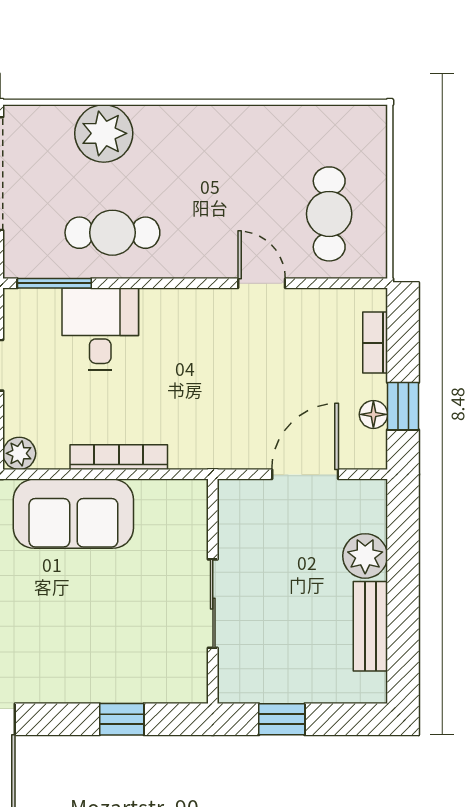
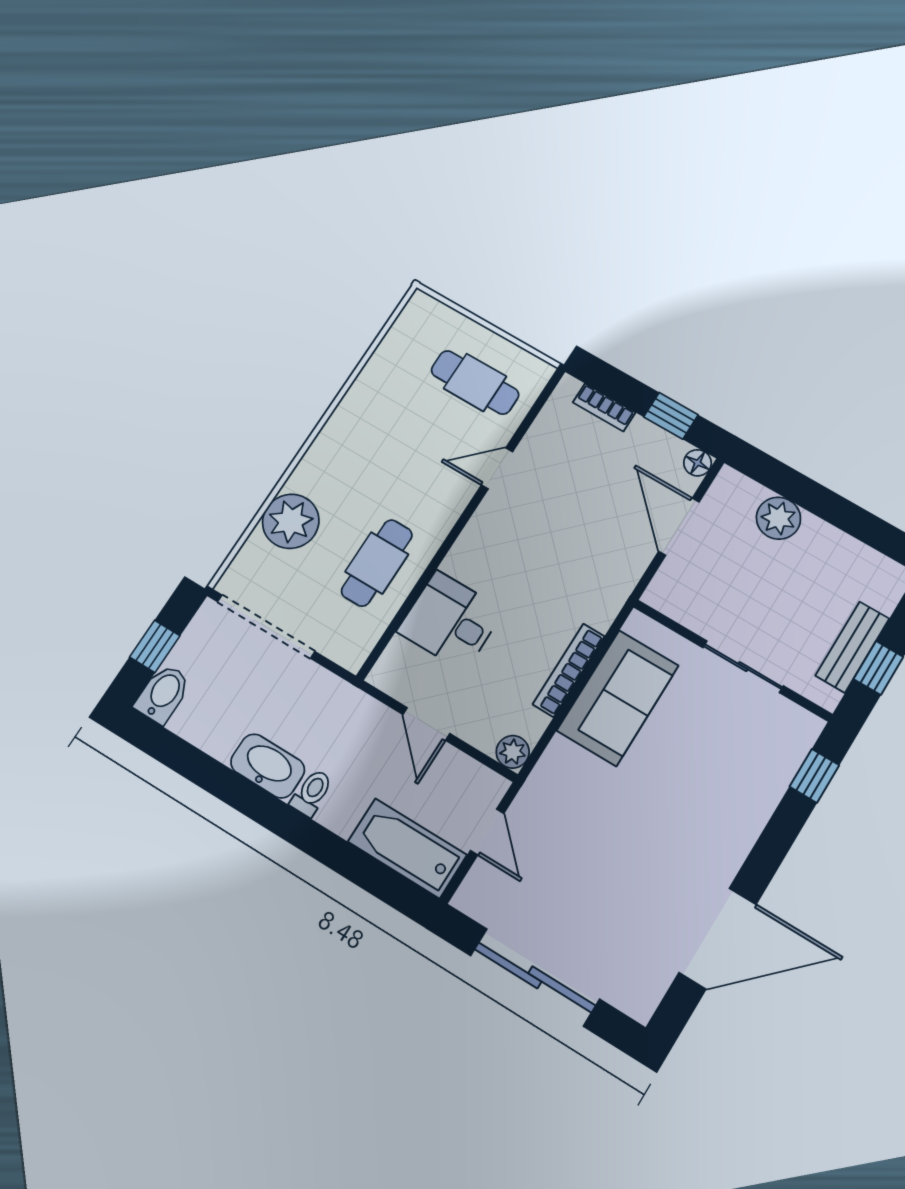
window: (54, 283) -> (388, 636), removed
floor lamp: (373, 414) -> (698, 463), moved
sofa: (73, 514) -> (618, 698), moved
bench: (370, 626) -> (852, 647), moved, turned 90
window: (122, 719) -> (814, 776), moved

